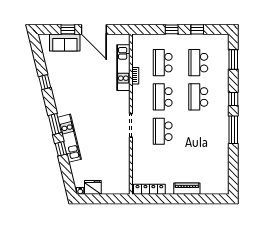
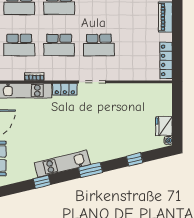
locker: (125, 102) -> (65, 89), added
kitchen unit: (70, 138) -> (62, 164), moved
window: (61, 149) -> (135, 159), moved

